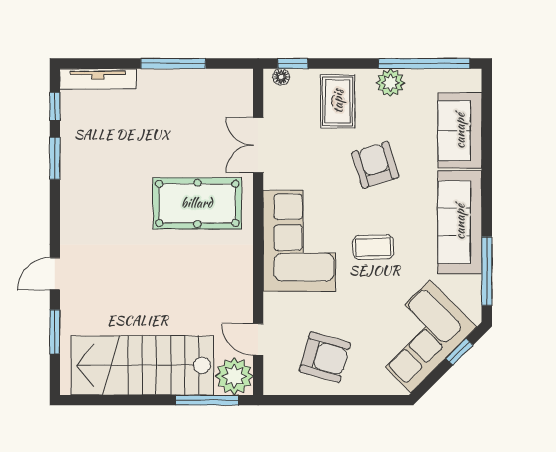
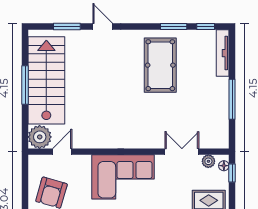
plant: (274, 102) -> (208, 161), added
pool table: (197, 203) -> (160, 65), moved
window: (207, 400) -> (25, 85), moved

